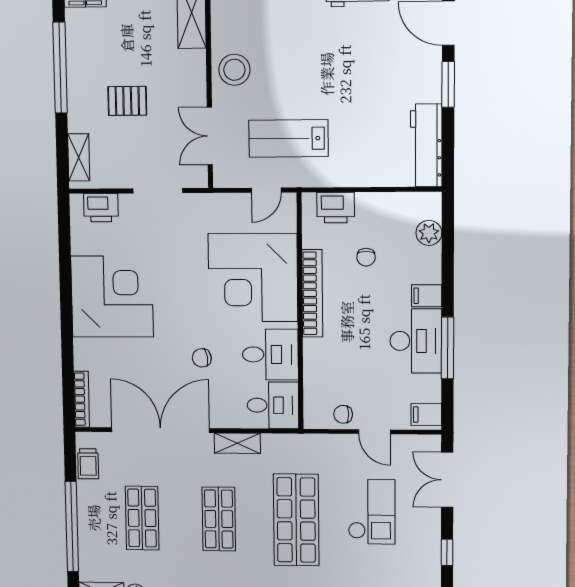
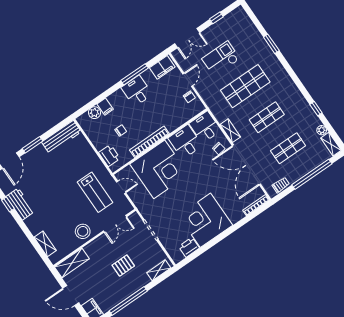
pallet: (127, 101) -> (123, 266), turned 90
printer: (101, 208) -> (189, 247), moved, turned -90
filing cabinet: (427, 296) -> (105, 107), moved
desk: (416, 341) -> (137, 91), width x0.73
chair: (202, 358) -> (219, 149), moved
filing cabinet: (426, 415) -> (162, 67), width x2.00

